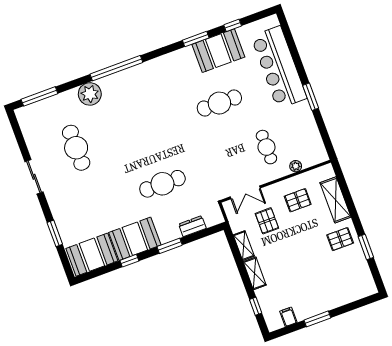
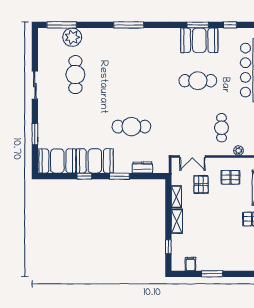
booth: (218, 51) -> (199, 40), moved
window: (116, 68) -> (129, 25), width x0.68
plant: (90, 94) -> (72, 37), moved

